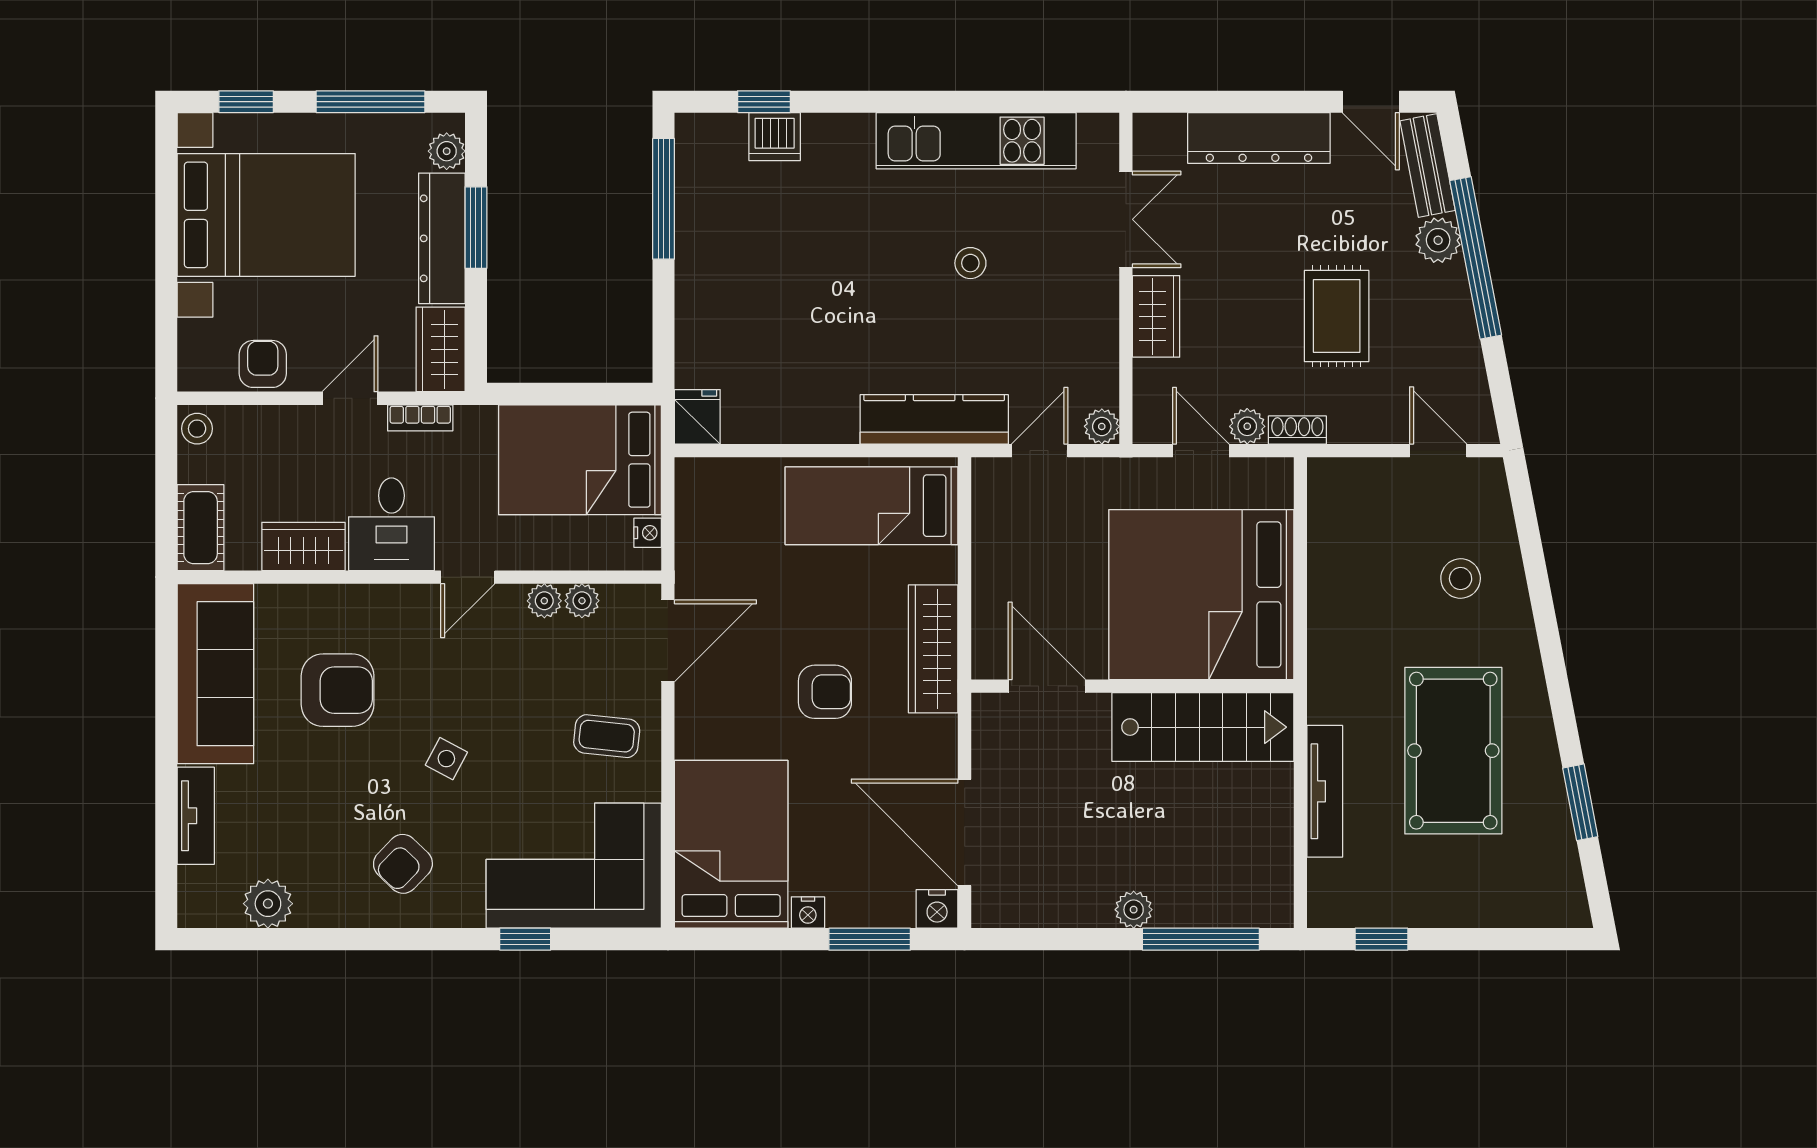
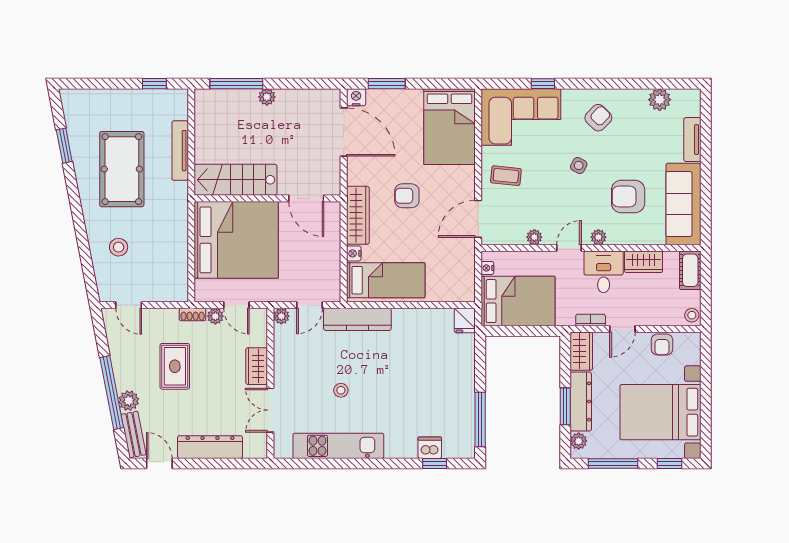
plant: (582, 601) -> (598, 237), moved
nightstand: (808, 912) -> (354, 253), moved, turned -90

